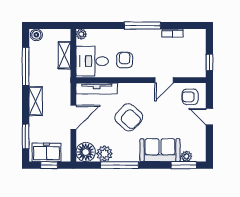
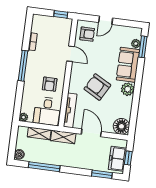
armchair: (125, 60) -> (50, 84), turned -90
armchair: (190, 97) -> (87, 34), turned -90
shelving: (36, 101) -> (63, 137), moved
armchair: (129, 117) -> (97, 87), turned -103
plant: (104, 154) -> (128, 89), moved
window: (120, 165) -> (136, 100), removed

